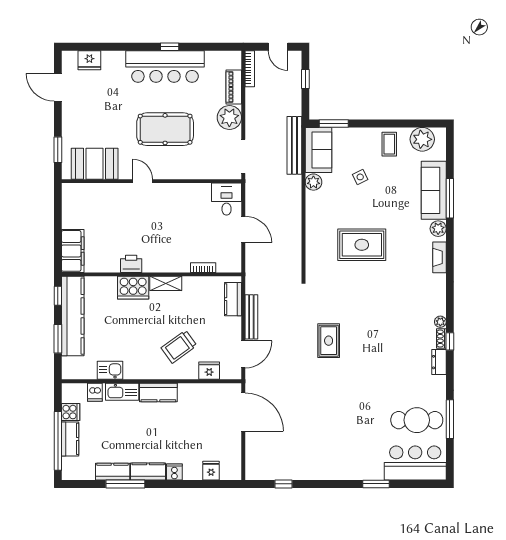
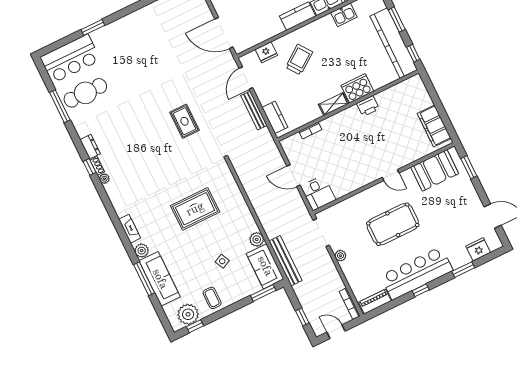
window: (115, 47) -> (463, 270), added
piano: (234, 87) -> (375, 302), moved, turned -90
plant: (229, 117) -> (340, 256), width x0.53, depth x0.53
window: (421, 123) -> (195, 326), added
filing cabinet: (73, 251) -> (434, 126), moved

